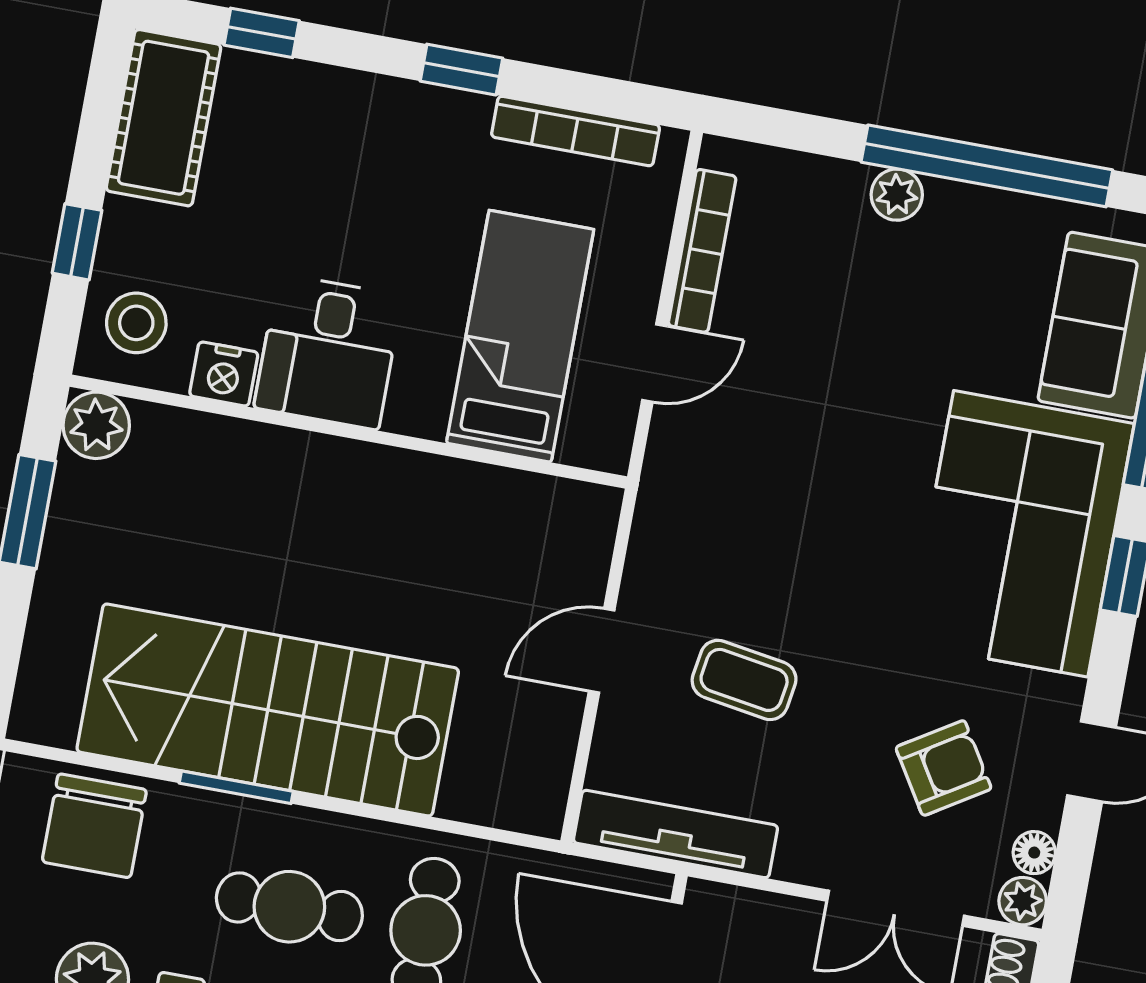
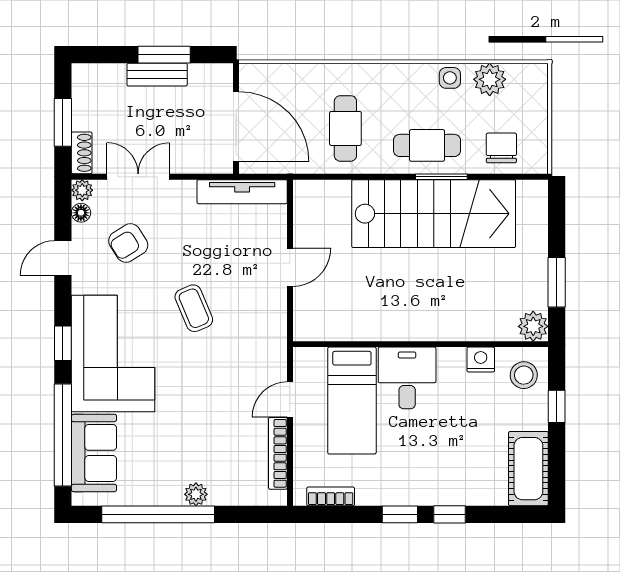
window: (262, 33) -> (450, 514), moved
bookcase: (576, 131) -> (331, 496), width x0.64
desk: (328, 352) -> (407, 378), moved
coffee table: (744, 680) -> (194, 308), moved, turned 58
chair: (94, 826) -> (501, 148), width x0.73, depth x0.73
cafe table: (289, 907) -> (427, 145), moved

